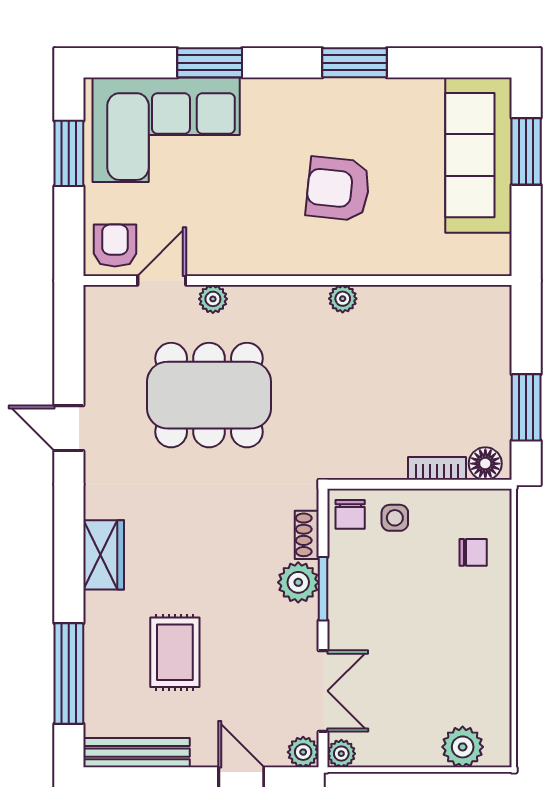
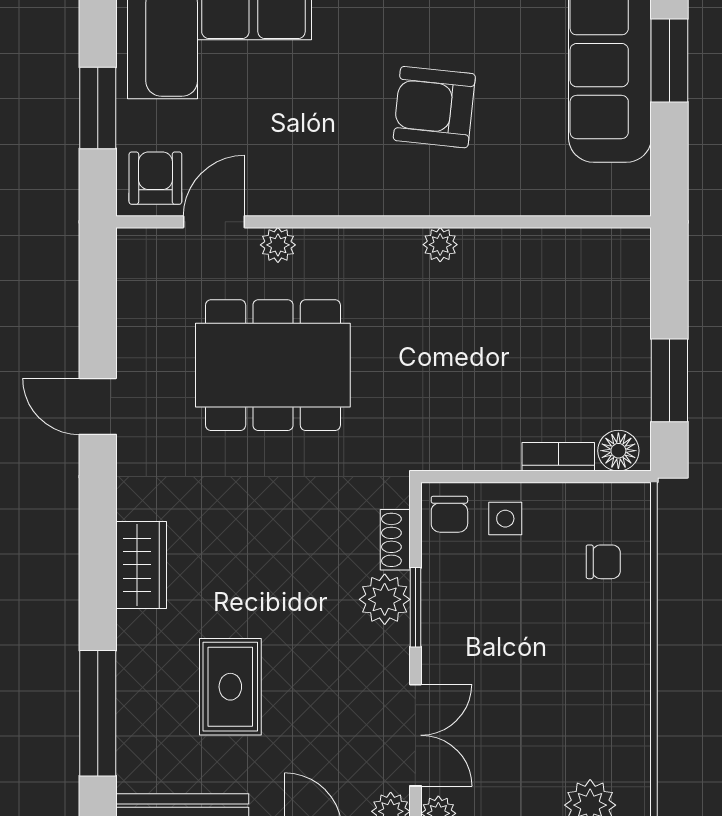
window: (69, 153) -> (98, 108), moved

